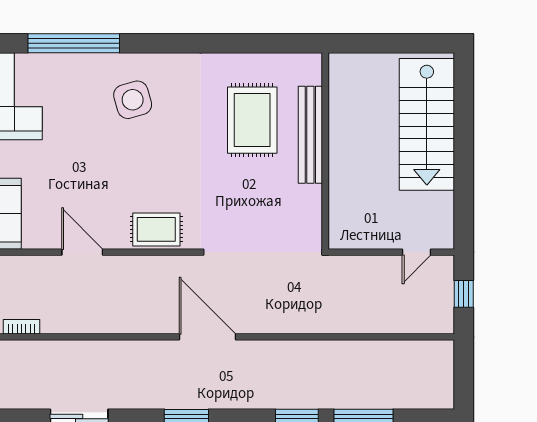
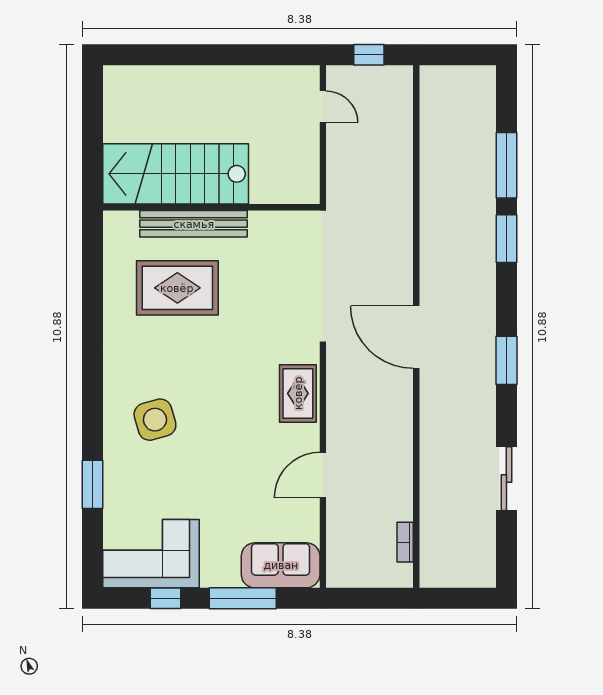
window: (74, 43) -> (93, 484), width x0.47
stairs: (427, 124) -> (176, 174), moved, turned 180
door: (207, 337) -> (416, 337), hinge flipped

